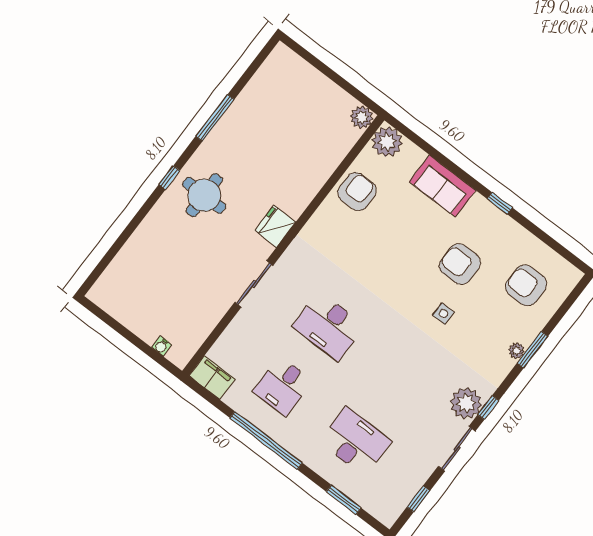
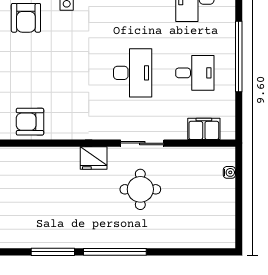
window: (169, 178) -> (115, 252), width x3.17
round table: (204, 195) -> (140, 189), moved
filing cabinet: (212, 377) -> (204, 129), moved, turned 90

